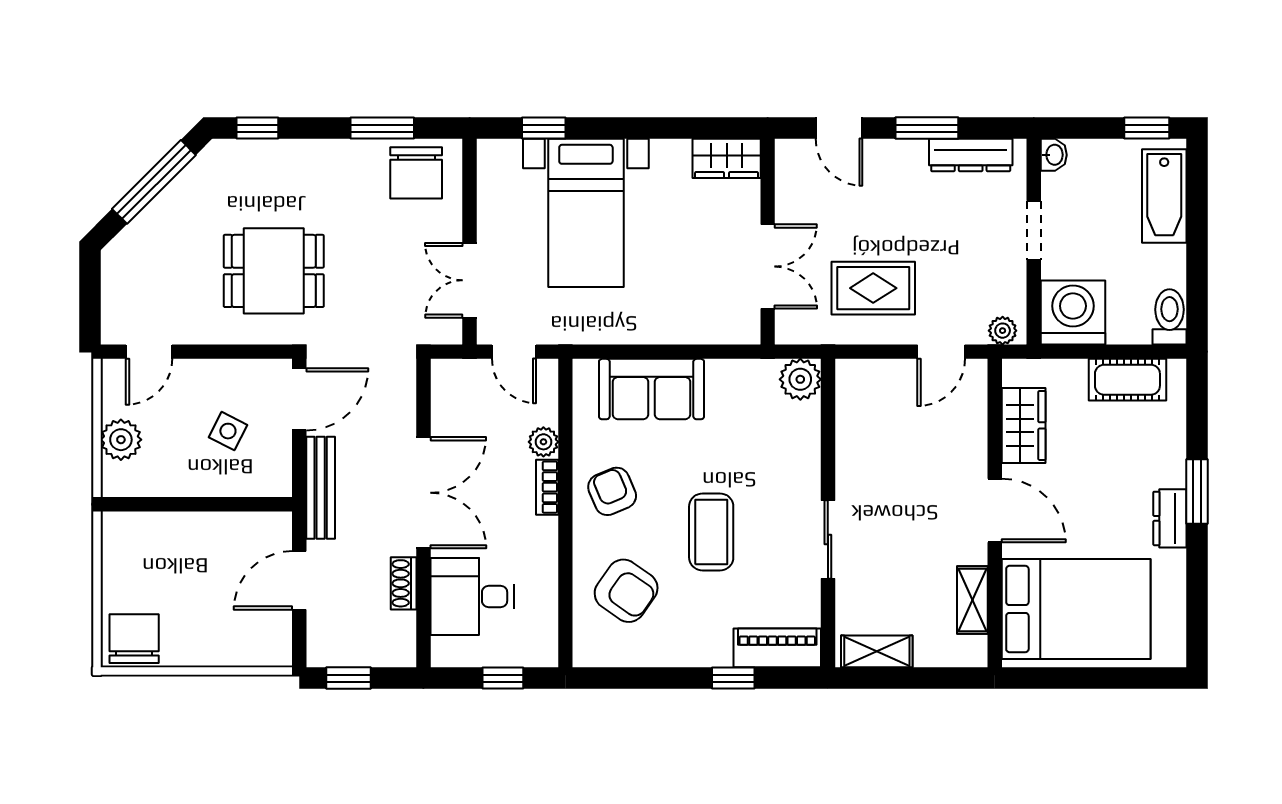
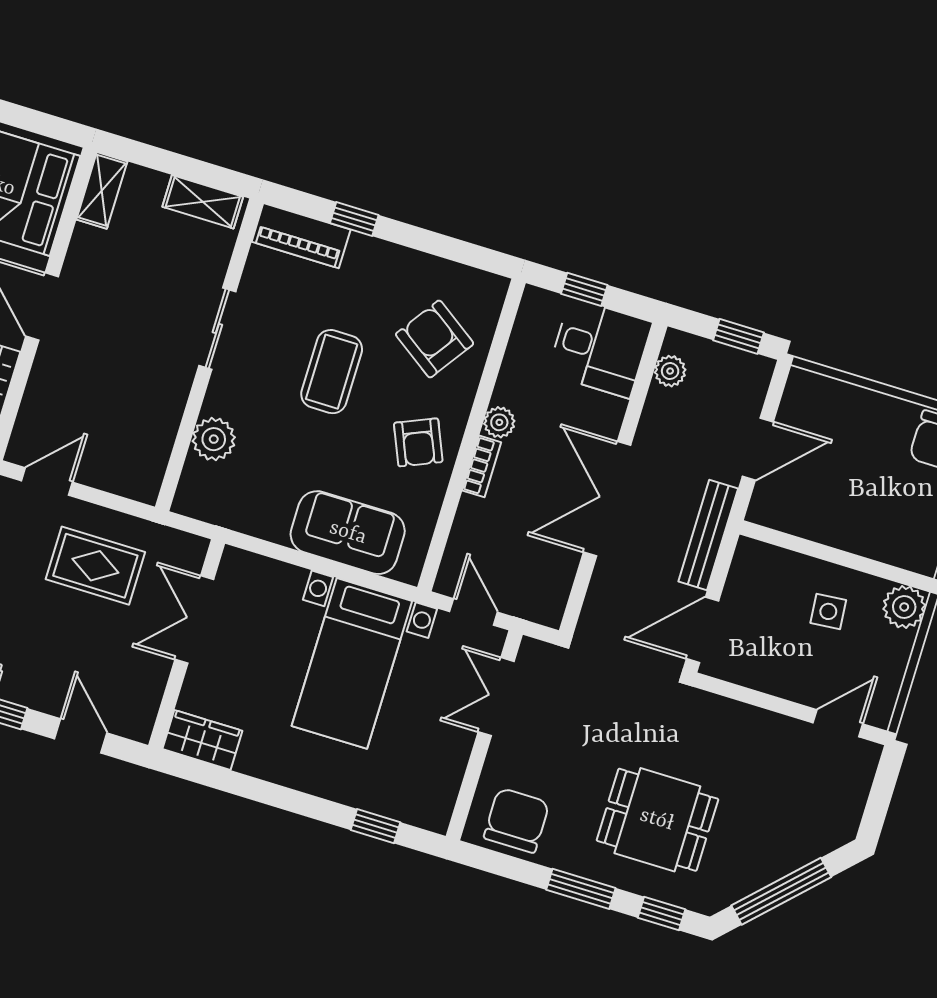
window: (382, 128) -> (581, 889), moved
bed with nightstands: (586, 213) -> (352, 663), moved, turned 180
dining table: (274, 271) -> (657, 820), moved
double door: (470, 280) -> (496, 697), swing flipped
plant: (800, 379) -> (214, 439), moved
side table: (228, 431) -> (828, 611), moved, turned -32
plant: (121, 440) -> (904, 607), moved
plant: (543, 442) -> (499, 422), moved
shoe rack: (404, 583) -> (654, 414), removed
desk: (472, 596) -> (600, 348), moved
shelving: (972, 600) -> (102, 190), moved
plant: (401, 627) -> (670, 371), added

